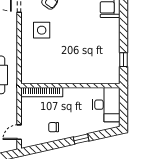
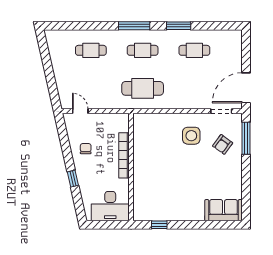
bookcase: (42, 92) -> (124, 155), moved

